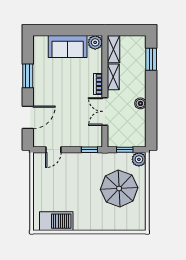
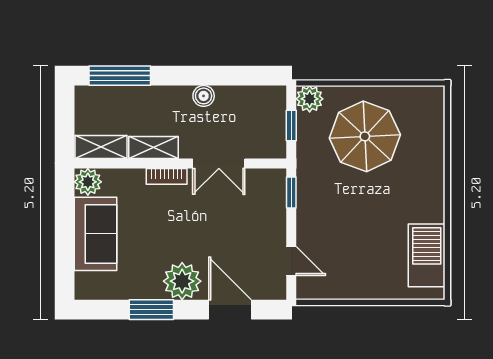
window: (151, 59) -> (120, 76), width x1.44
plant: (43, 92) -> (182, 281), added

